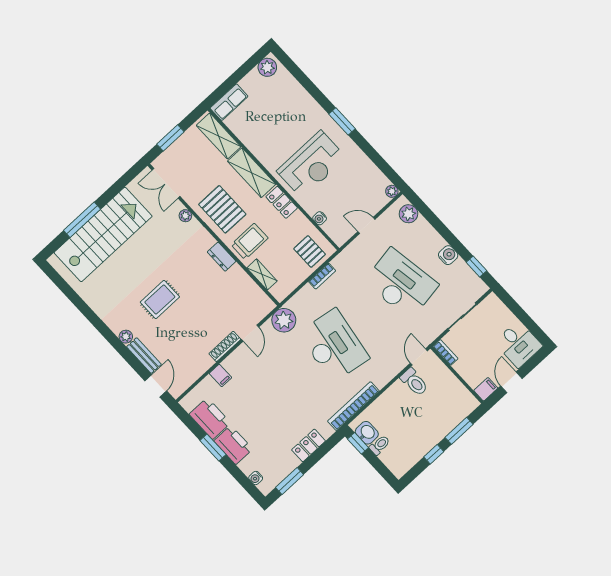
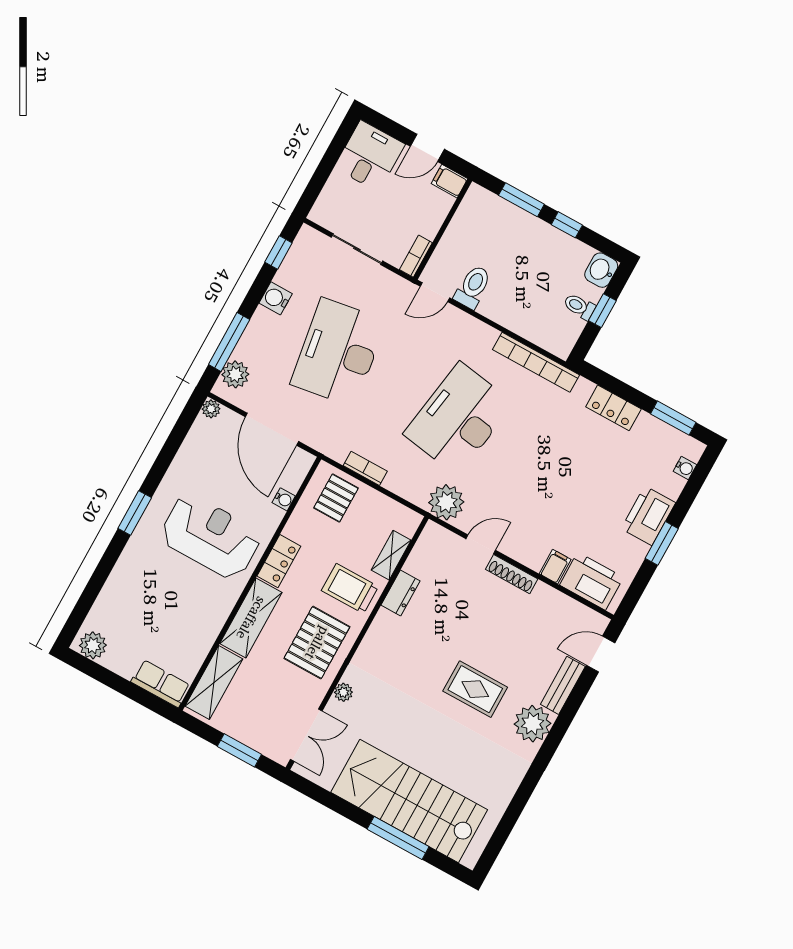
window: (430, 217) -> (229, 342), added
door: (366, 225) -> (272, 429), width x1.87
dresser: (222, 257) -> (400, 593), moved
plant: (126, 337) -> (533, 724), width x1.87, depth x1.87
printer: (210, 418) -> (592, 581), moved, turned 90
washbasin: (367, 433) -> (601, 270), moved
window: (358, 443) -> (602, 311), moved

